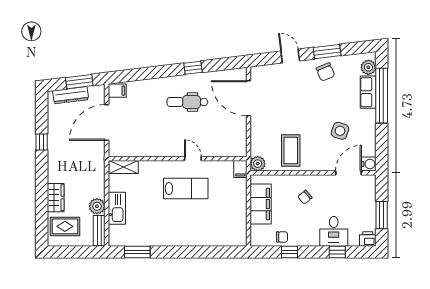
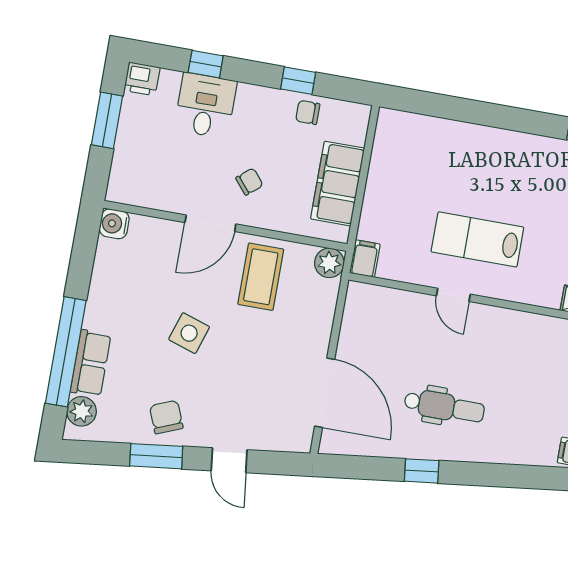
side table: (340, 131) -> (189, 333), moved
door: (349, 173) -> (210, 223), moved

